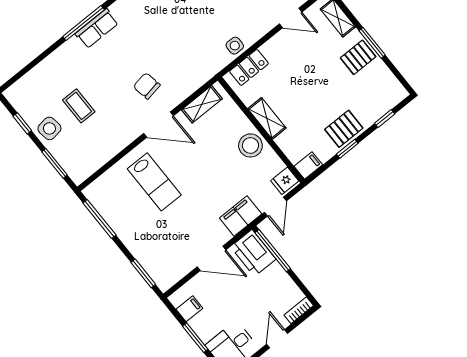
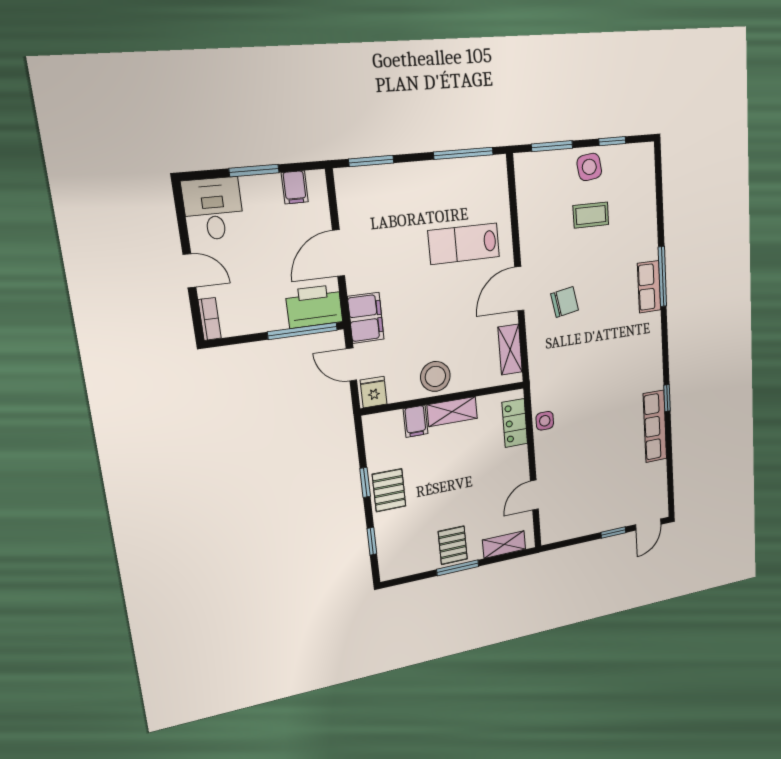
filing cabinet: (308, 165) -> (416, 421), moved

